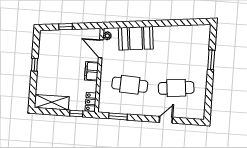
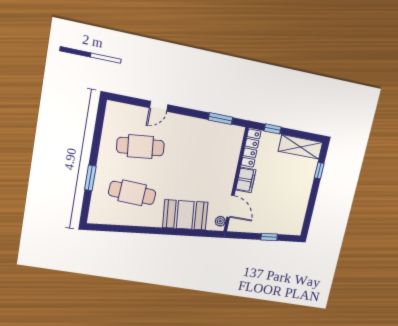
window: (35, 65) -> (319, 171), moved
cafe table: (130, 85) -> (132, 193), moved
locker: (91, 102) -> (251, 148), width x1.53

